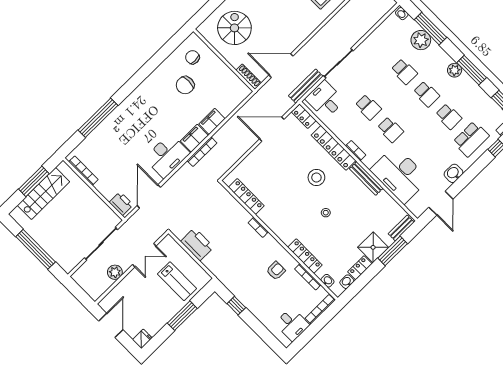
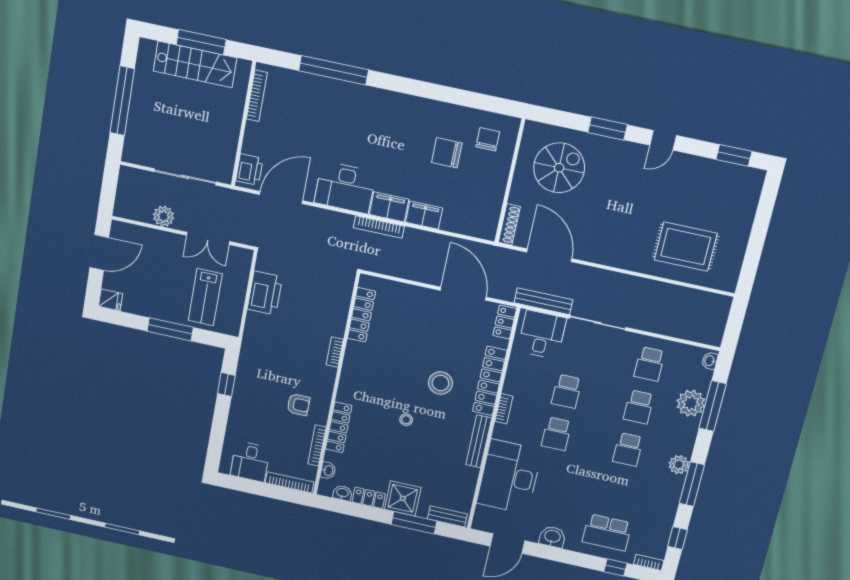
school desk: (449, 116) -> (650, 364), moved

